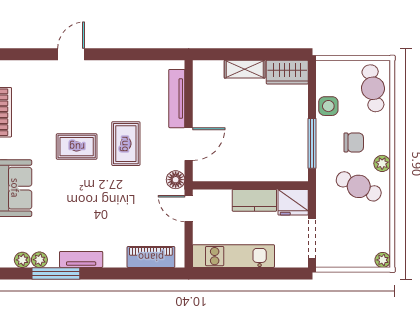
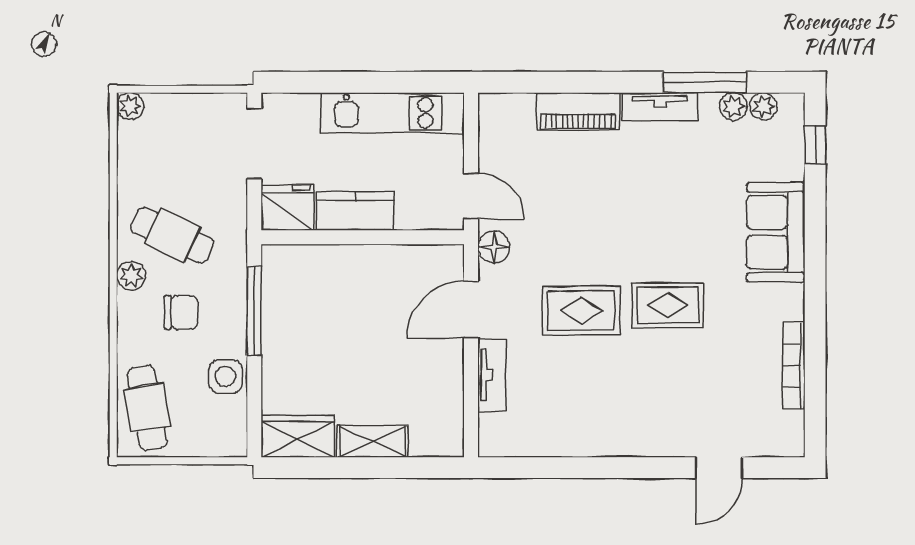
door: (71, 54) -> (719, 468), moved
tv unit: (177, 99) -> (492, 375), width x0.71
chair: (354, 142) -> (181, 313), turned 180
rug: (126, 144) -> (581, 311), turned 90
piano: (151, 257) -> (578, 111), moved

